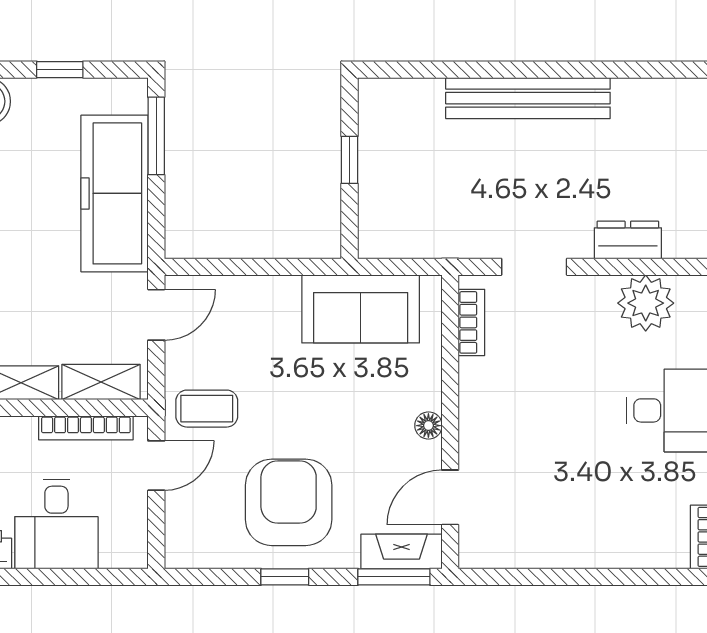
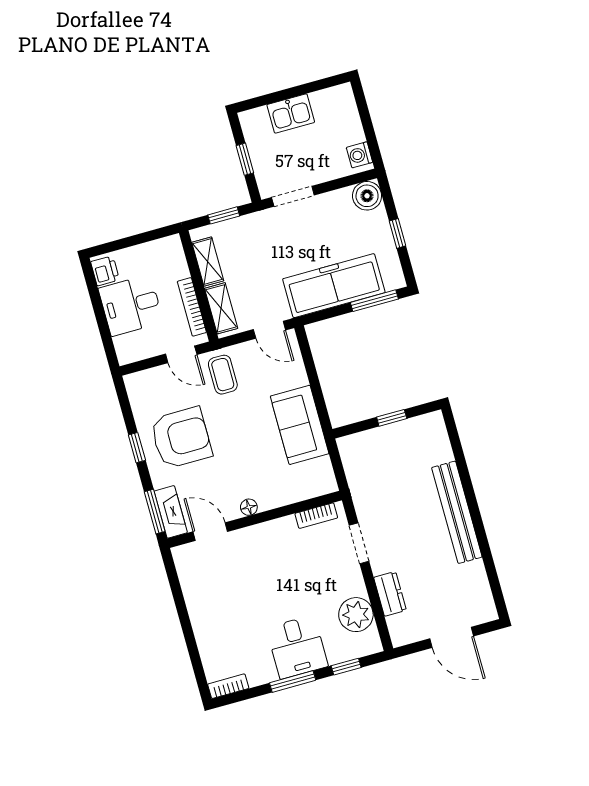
sofa: (361, 309) -> (300, 425), moved

